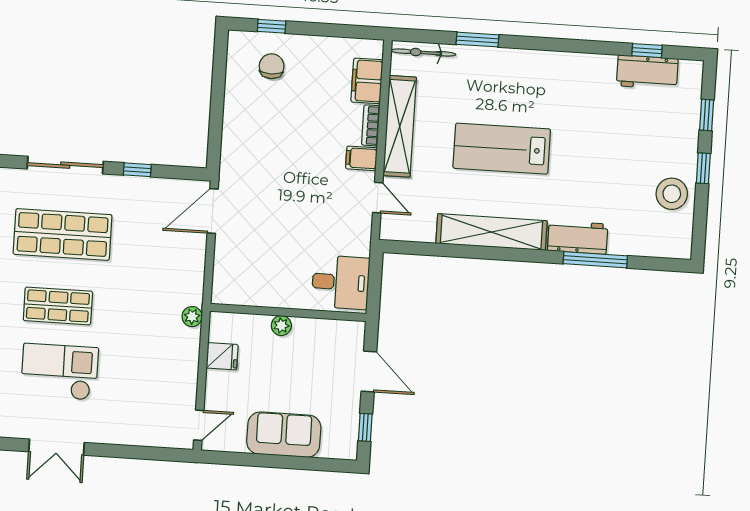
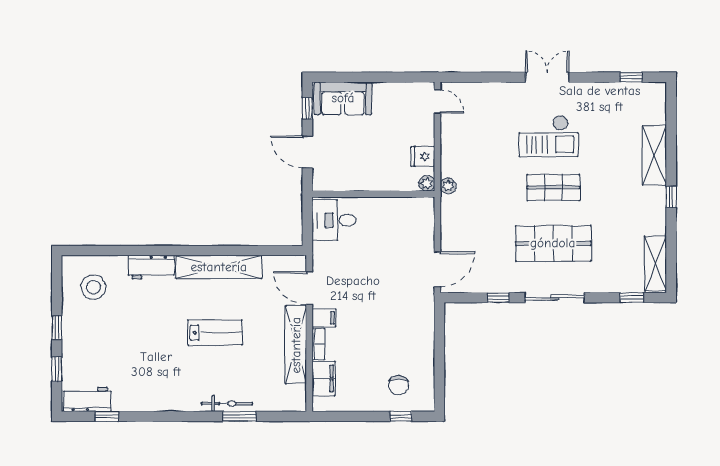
bicycle: (423, 53) -> (227, 404), moved
workbench: (647, 72) -> (87, 399), moved
lab bench: (502, 149) -> (215, 333), width x0.73, depth x0.72
stool: (672, 194) -> (94, 287), moved
door: (378, 198) -> (309, 288), width x1.38
window: (595, 260) -> (136, 251), removed
plant: (281, 326) -> (427, 183), moved
door: (199, 425) -> (437, 101), swing flipped
sofa: (284, 435) -> (343, 98), moved

